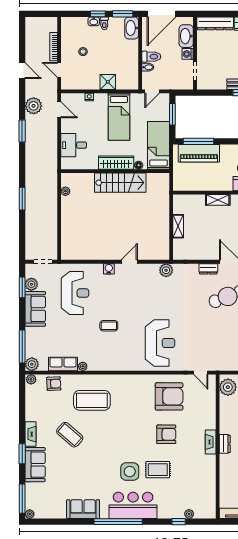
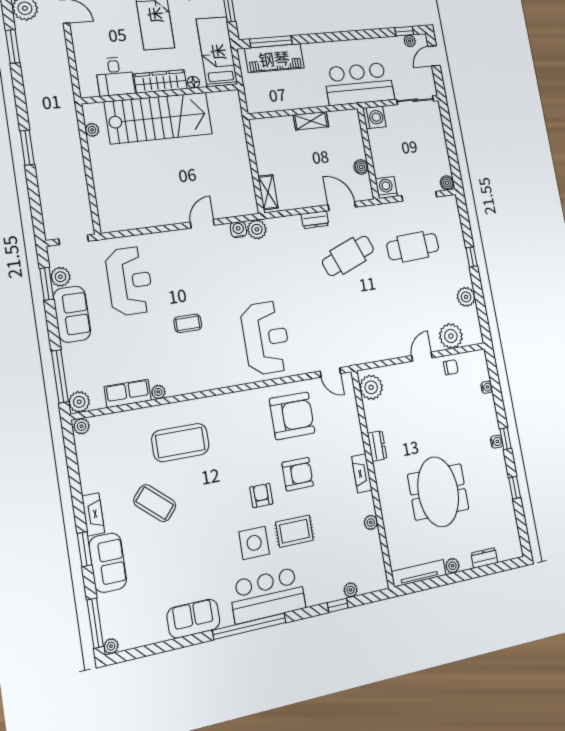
desk: (74, 145) -> (115, 76), moved, turned -90
stairs: (120, 183) -> (159, 118), width x1.36, depth x1.51
shelving: (178, 226) -> (268, 192), moved
water cooler: (109, 269) -> (238, 230), moved
armchair: (54, 384) -> (261, 495), moved, turned -87
dresser: (225, 444) -> (377, 446), moved
plant: (211, 474) -> (371, 522), added

